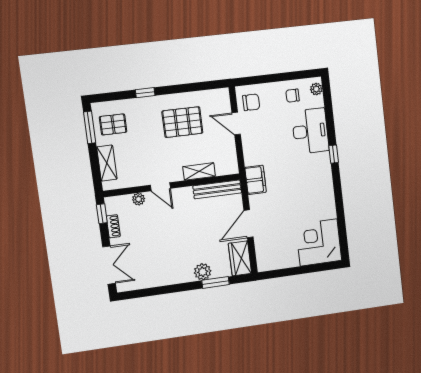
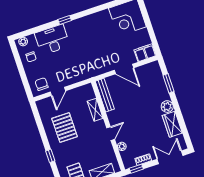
filing cabinet: (256, 180) -> (145, 53), moved
wardrobe: (240, 258) -> (172, 124), moved, turned 90
plant: (203, 272) -> (167, 107), moved

